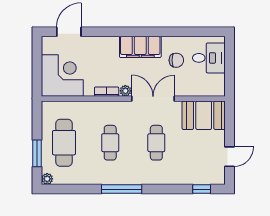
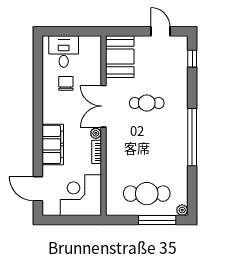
filing cabinet: (140, 47) -> (53, 144), moved
cafe table: (110, 143) -> (147, 148), removed
window: (37, 153) -> (157, 220), width x1.44
window: (122, 189) -> (192, 137), width x1.46

